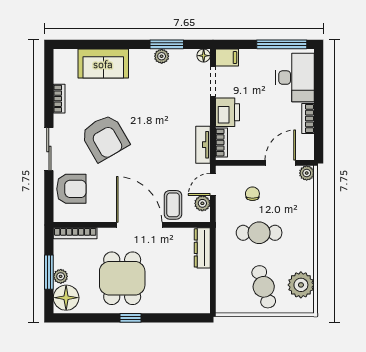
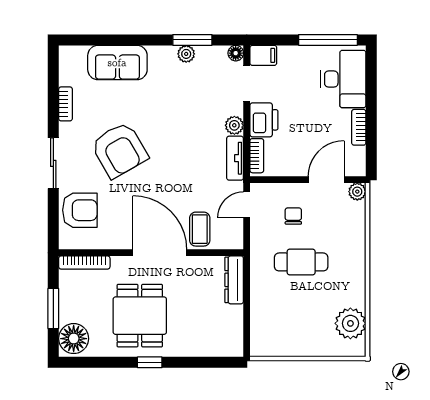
plant: (202, 203) -> (234, 125), moved
plant: (61, 276) -> (67, 313), removed
cafe table: (264, 287) -> (307, 326), removed

